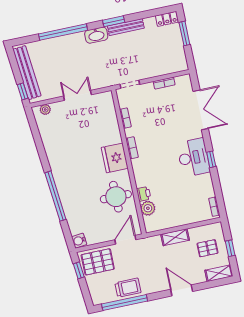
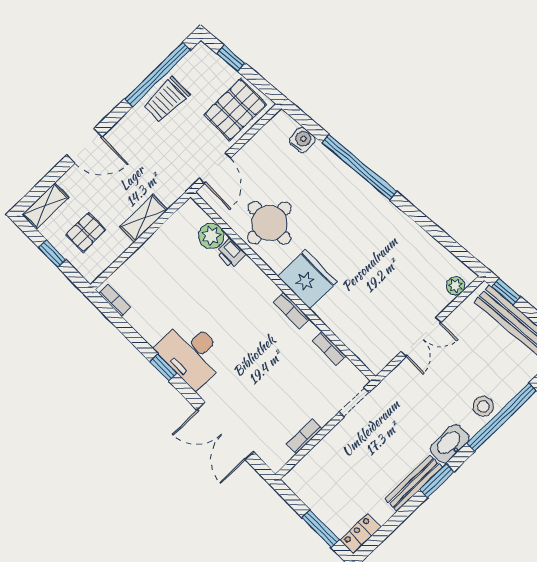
stool: (69, 43) -> (483, 406), added
water cooler: (79, 241) -> (302, 140), moved
window: (79, 270) -> (231, 58), moved

